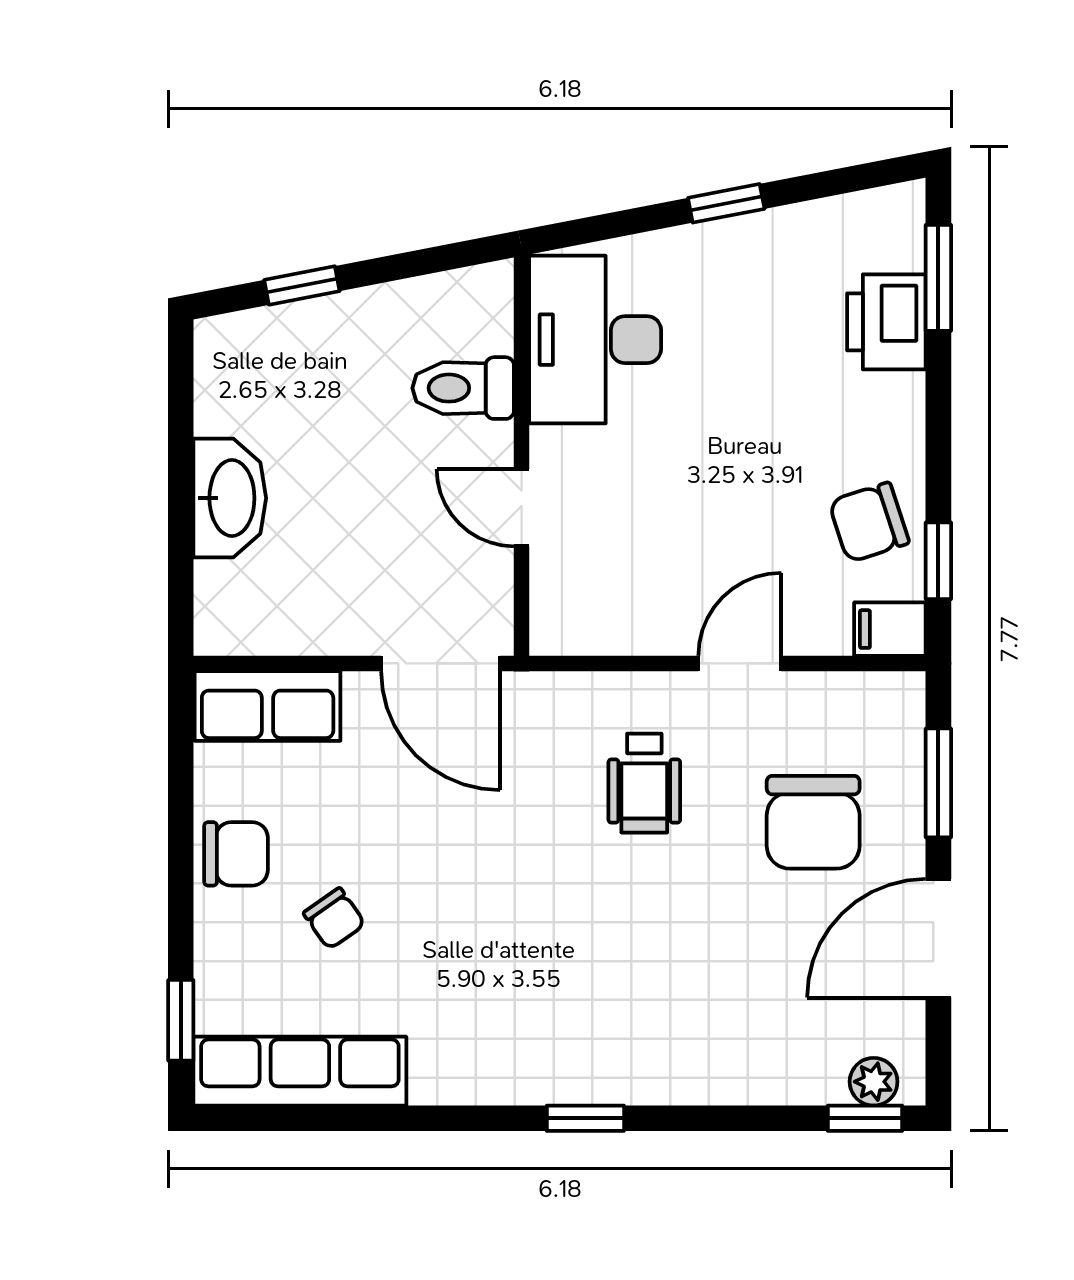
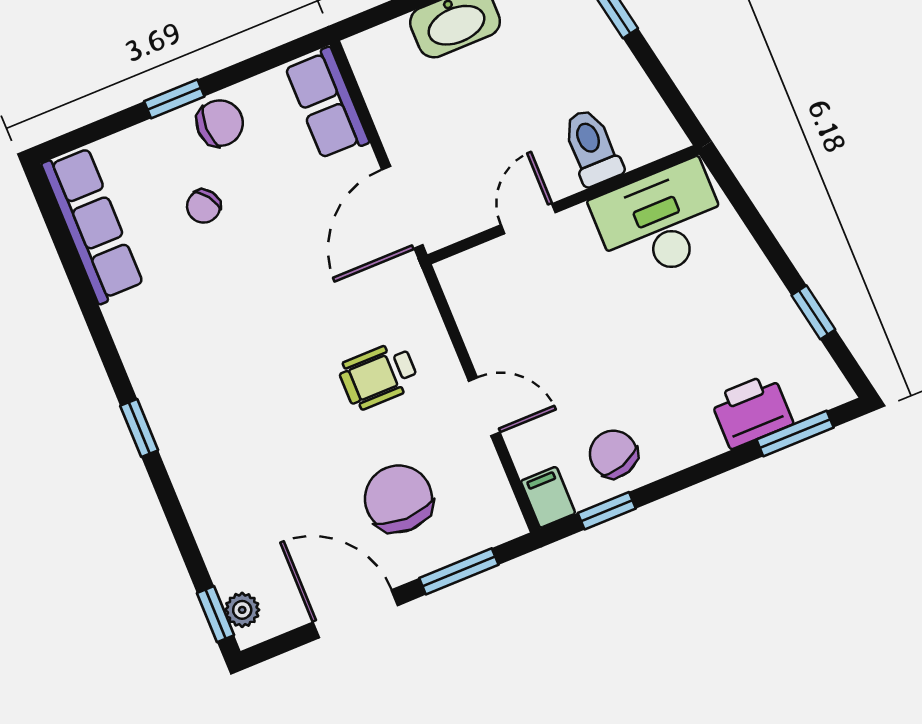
window: (726, 203) -> (813, 312), moved
chair: (813, 822) -> (398, 499), turned 90
chair: (236, 854) -> (220, 123), turned -90
window: (181, 1020) -> (174, 99), moved

